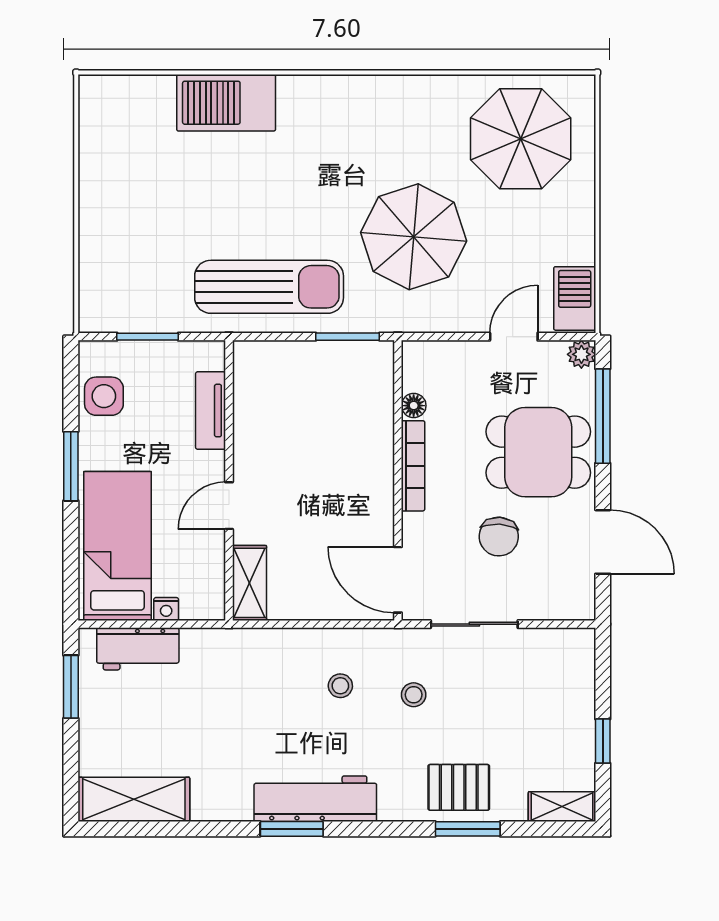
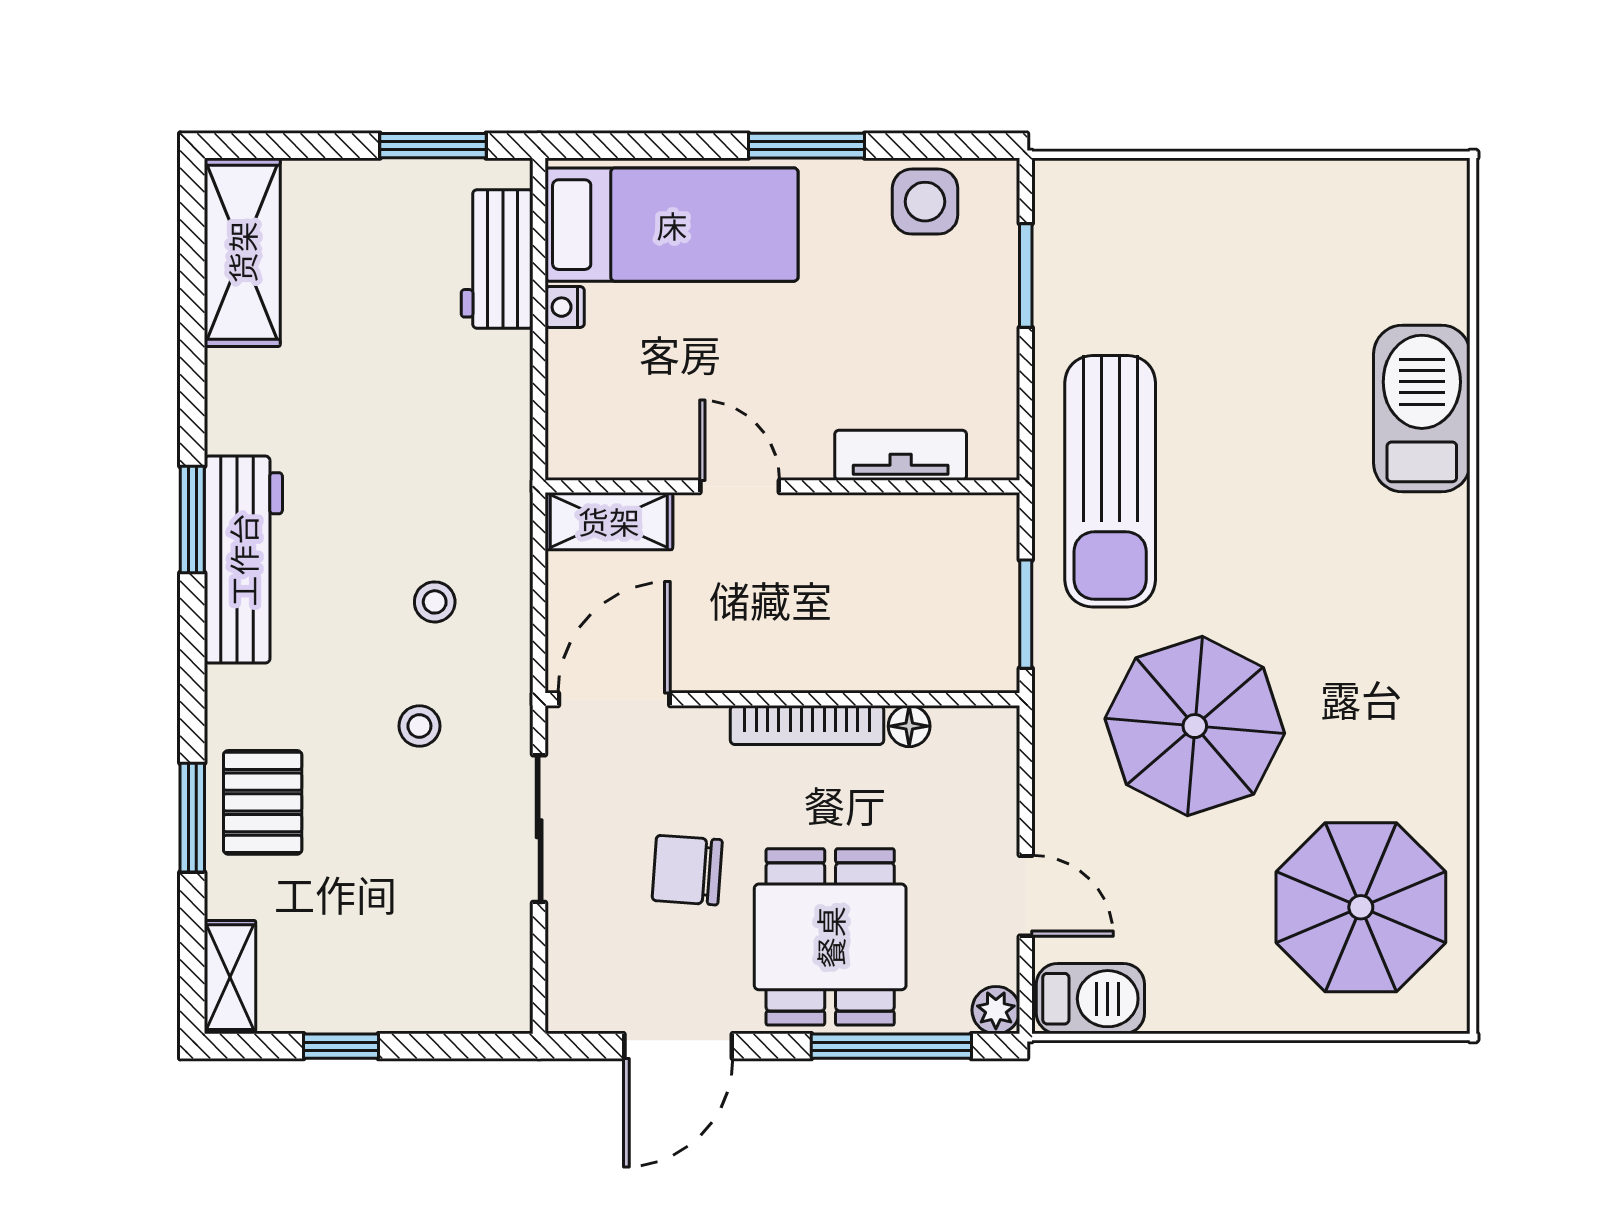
tv unit: (211, 411) -> (901, 455), moved
wall: (229, 480) -> (782, 486), moved
door: (229, 506) -> (740, 486), moved
shelving: (249, 583) -> (609, 521), moved

